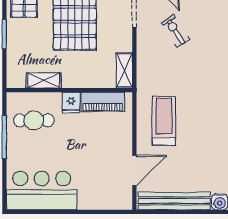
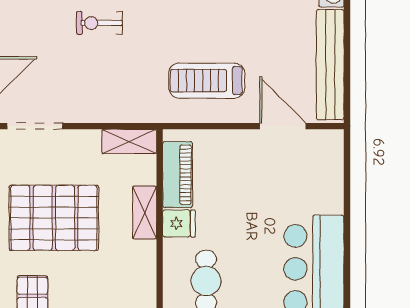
exercise bike: (175, 31) -> (99, 23), moved, turned 33
shelving: (44, 80) -> (145, 213), moved

